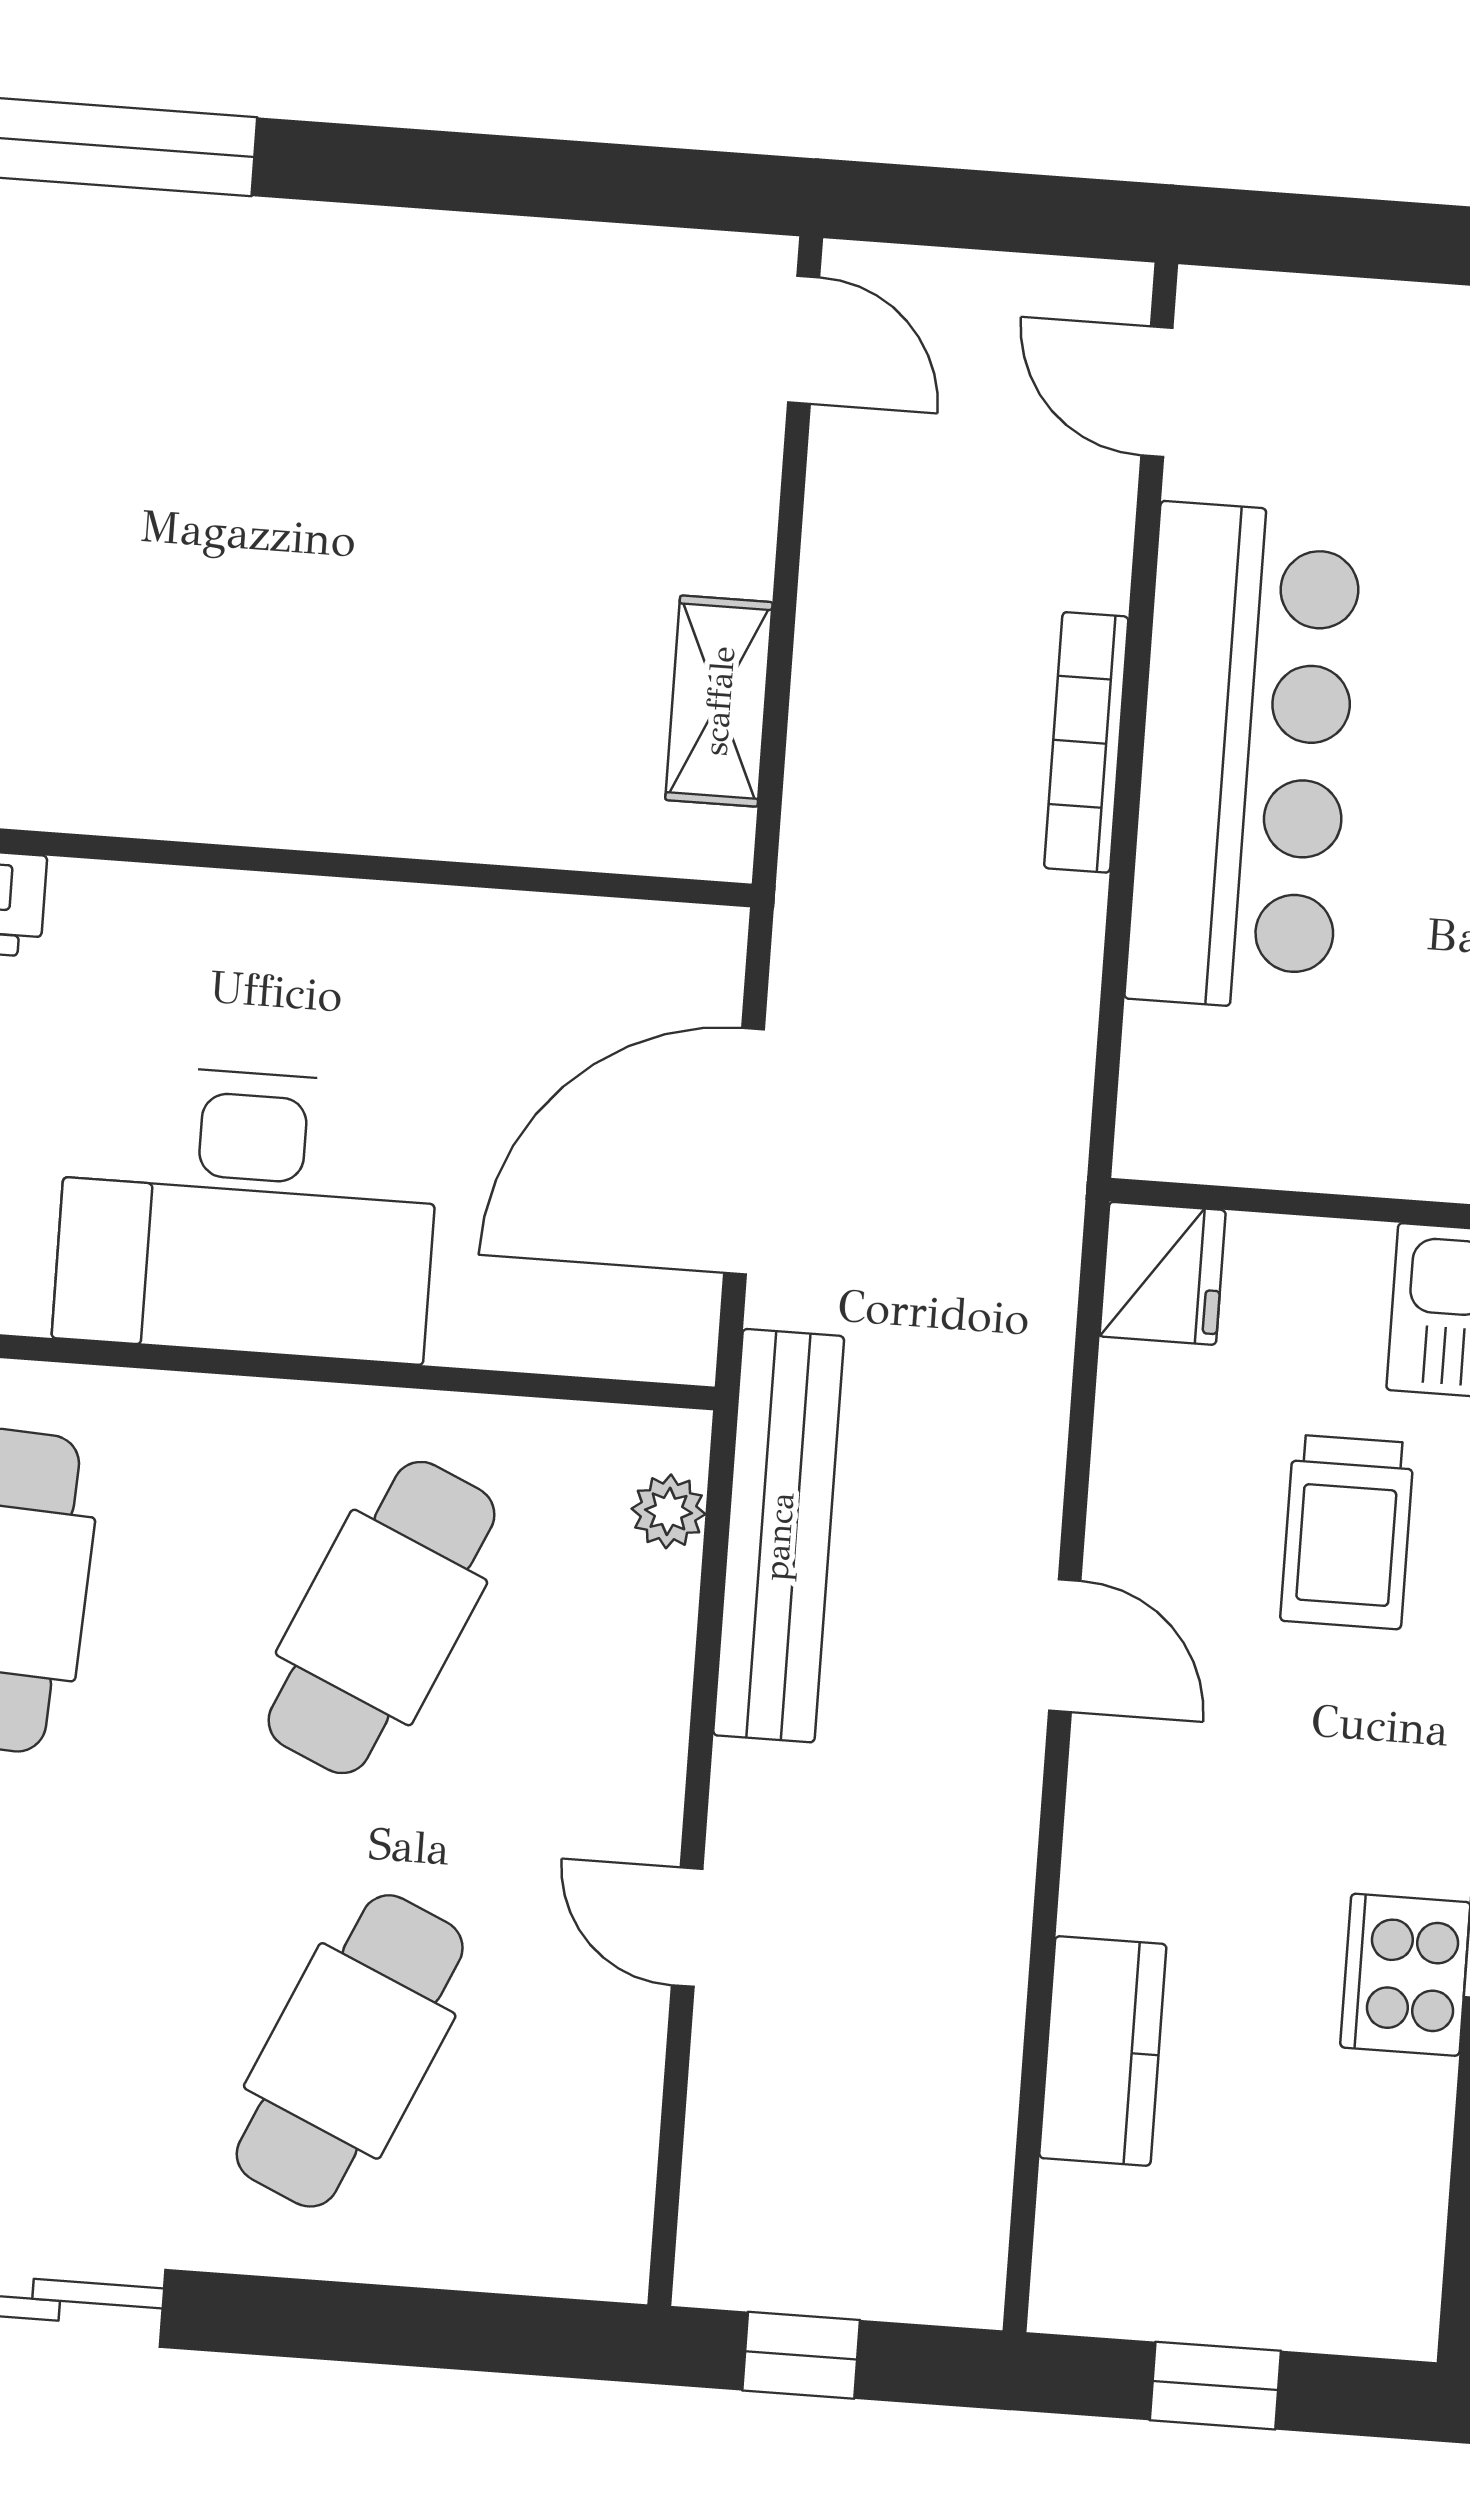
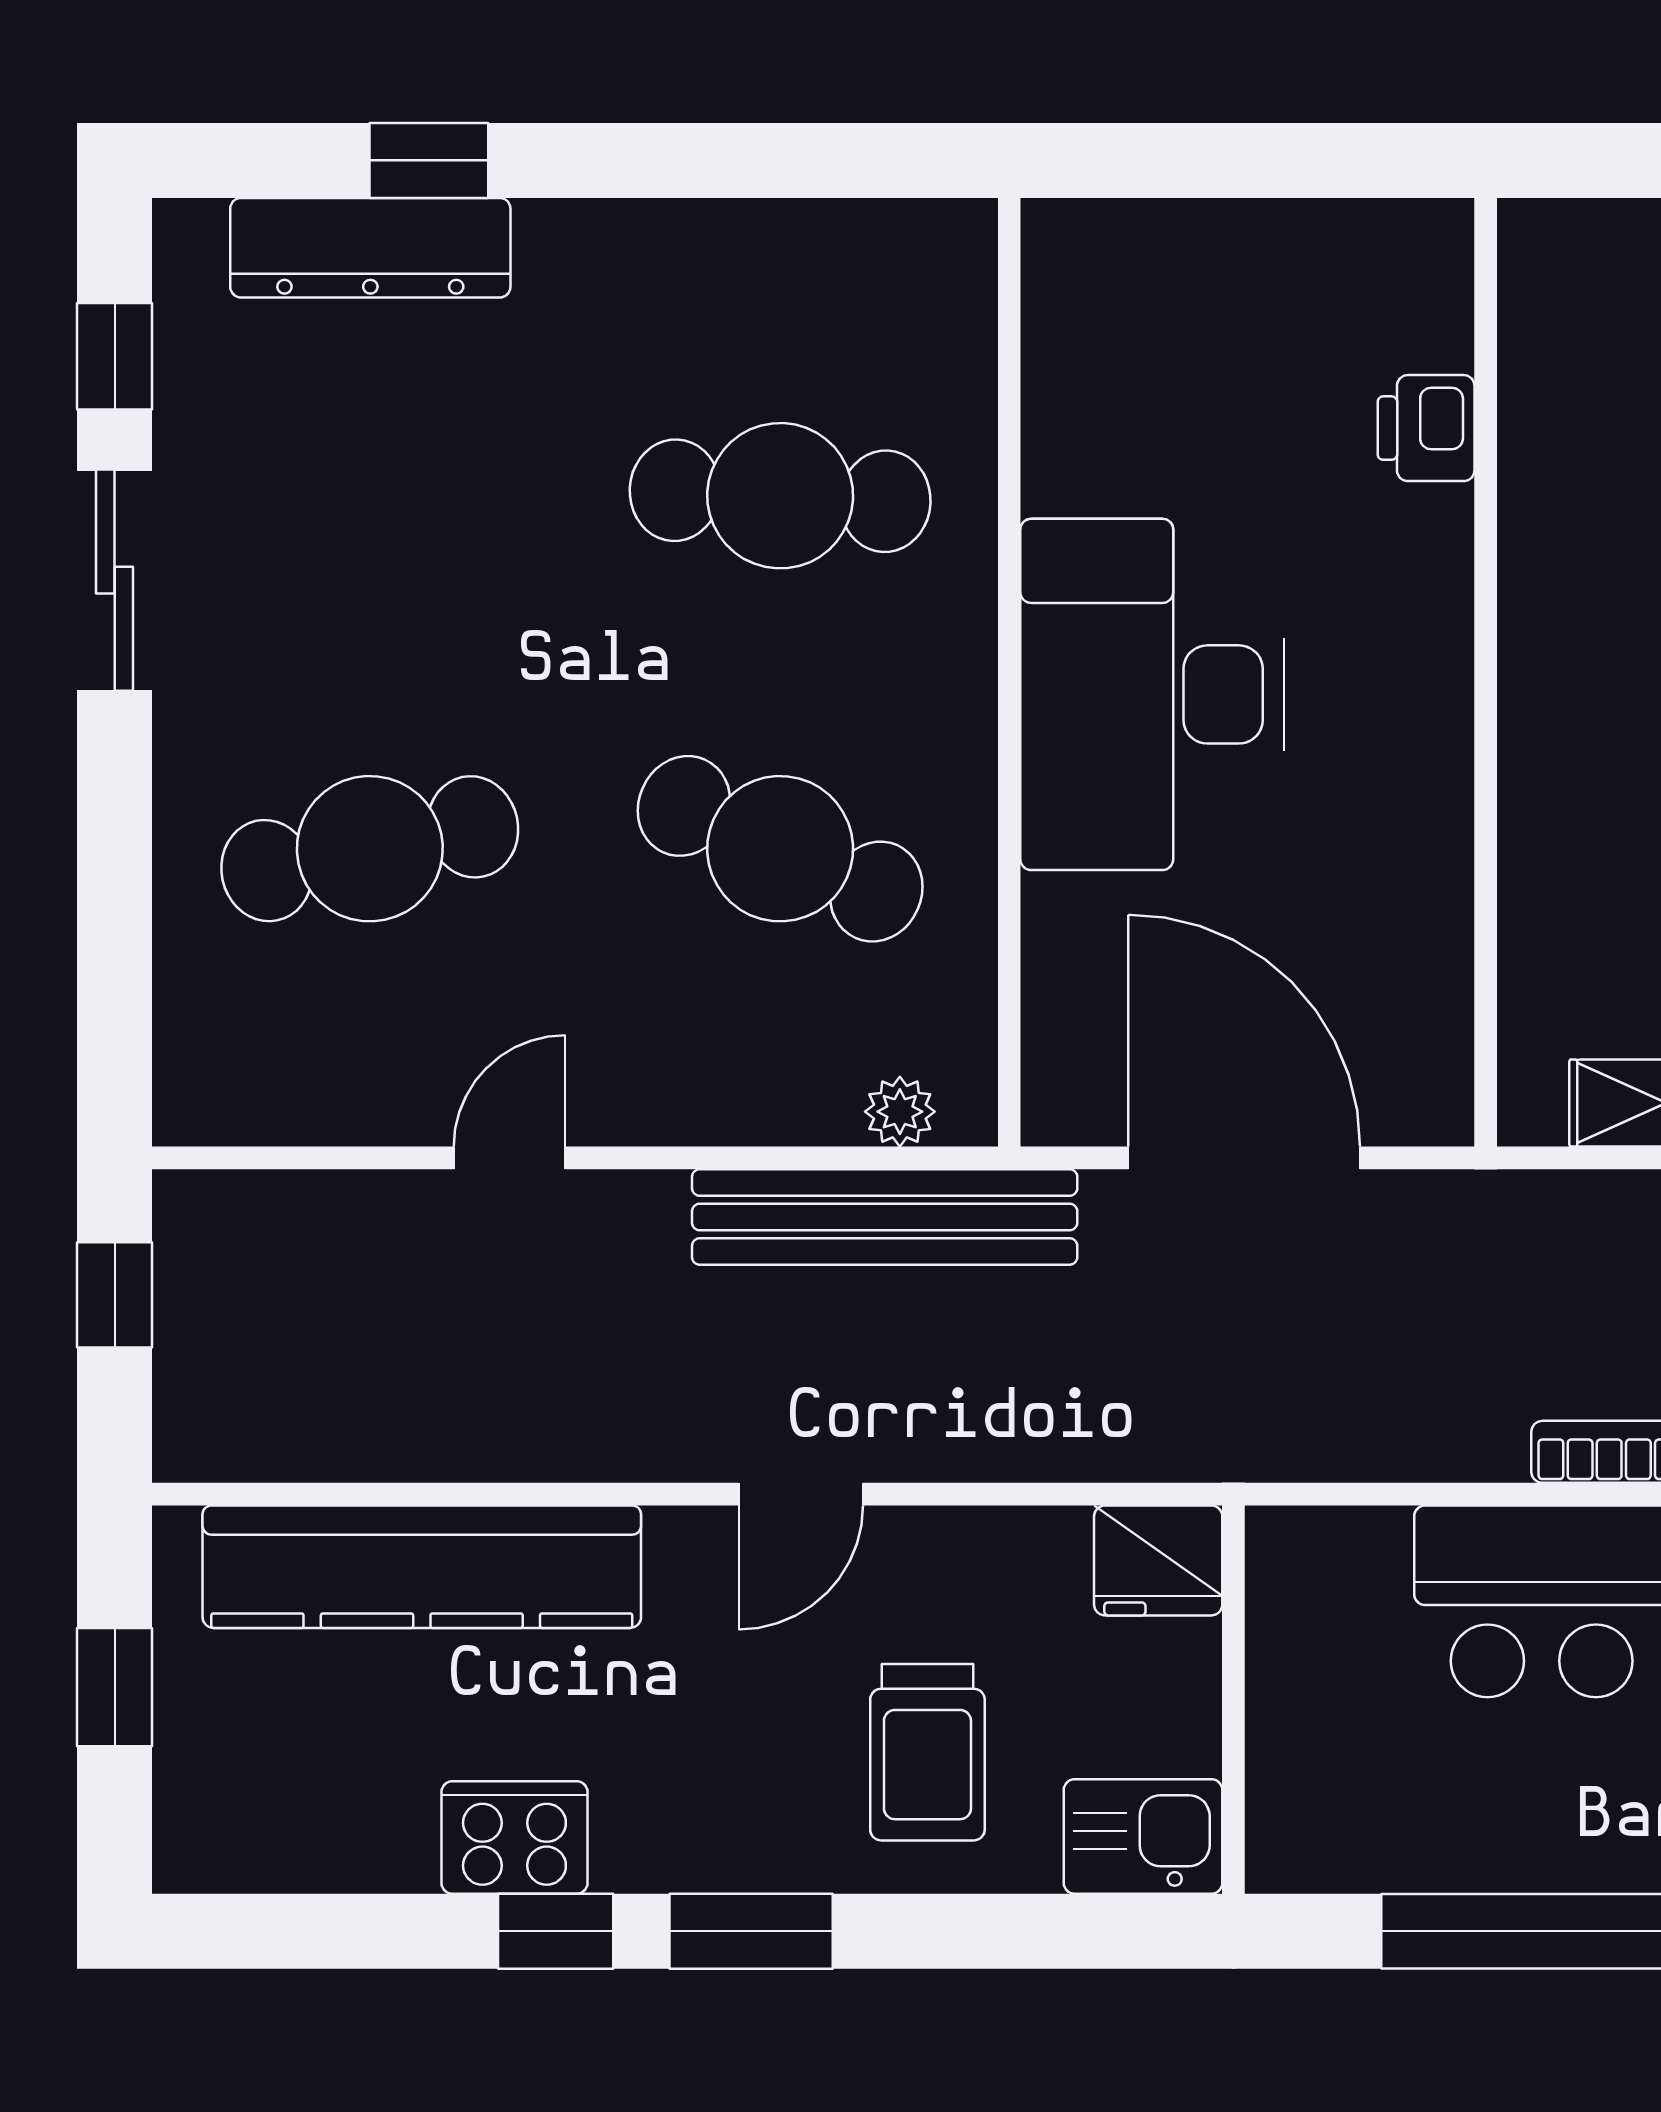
trolley: (1347, 1532) -> (927, 1752), turned -90
cafe table: (350, 2051) -> (370, 849), turned -36
kitchen counter: (1103, 2051) -> (422, 1567), width x2.08, depth x1.17

